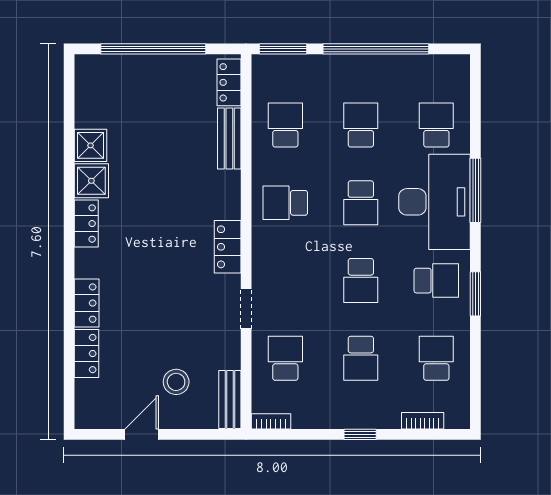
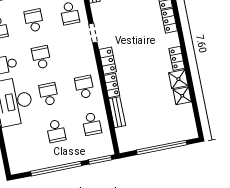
locker: (229, 82) -> (112, 85), moved
school desk: (436, 125) -> (20, 138), removed
school desk: (285, 203) -> (84, 87), turned -90

